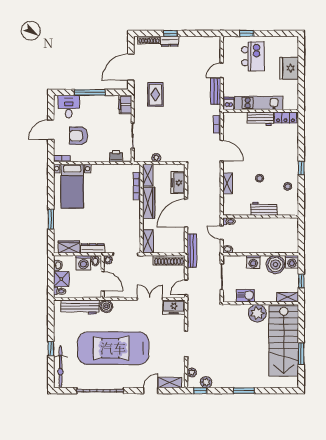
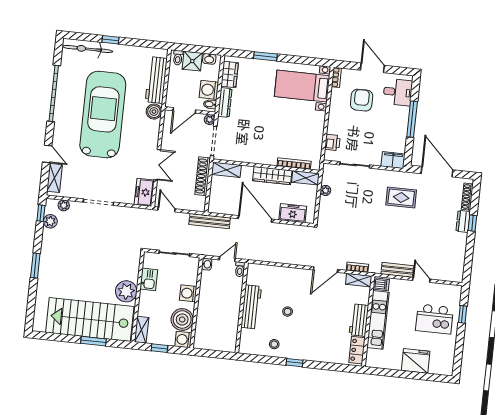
shelving: (227, 183) -> (359, 280), moved
workbench: (264, 209) -> (251, 307), width x1.38
shoe rack: (169, 260) -> (203, 176), moved
window: (301, 354) -> (93, 341), moved

